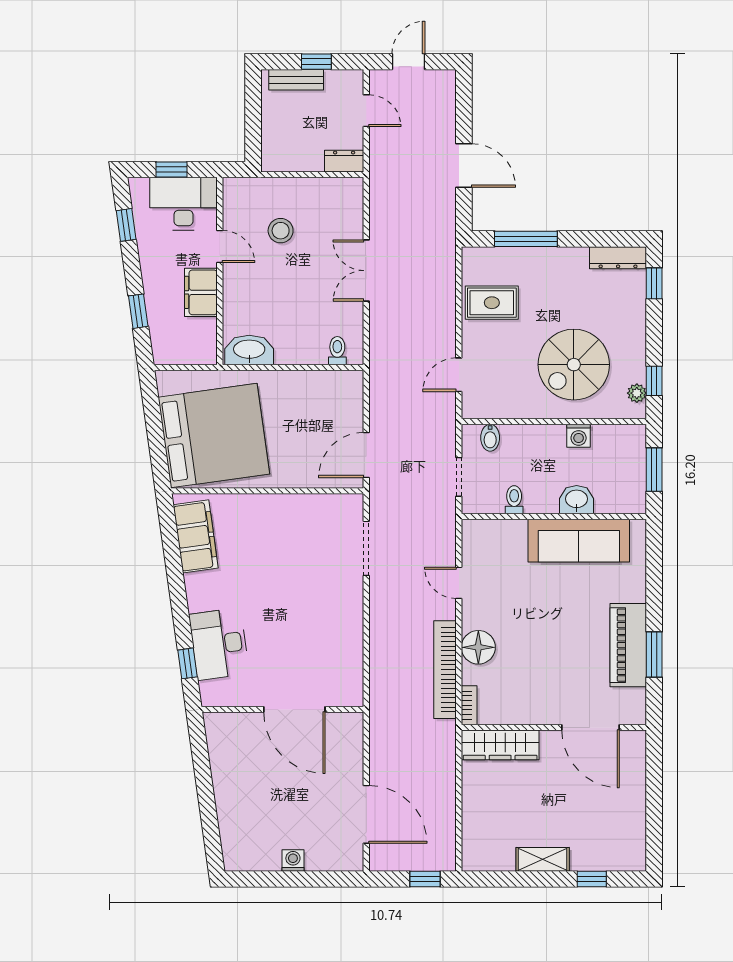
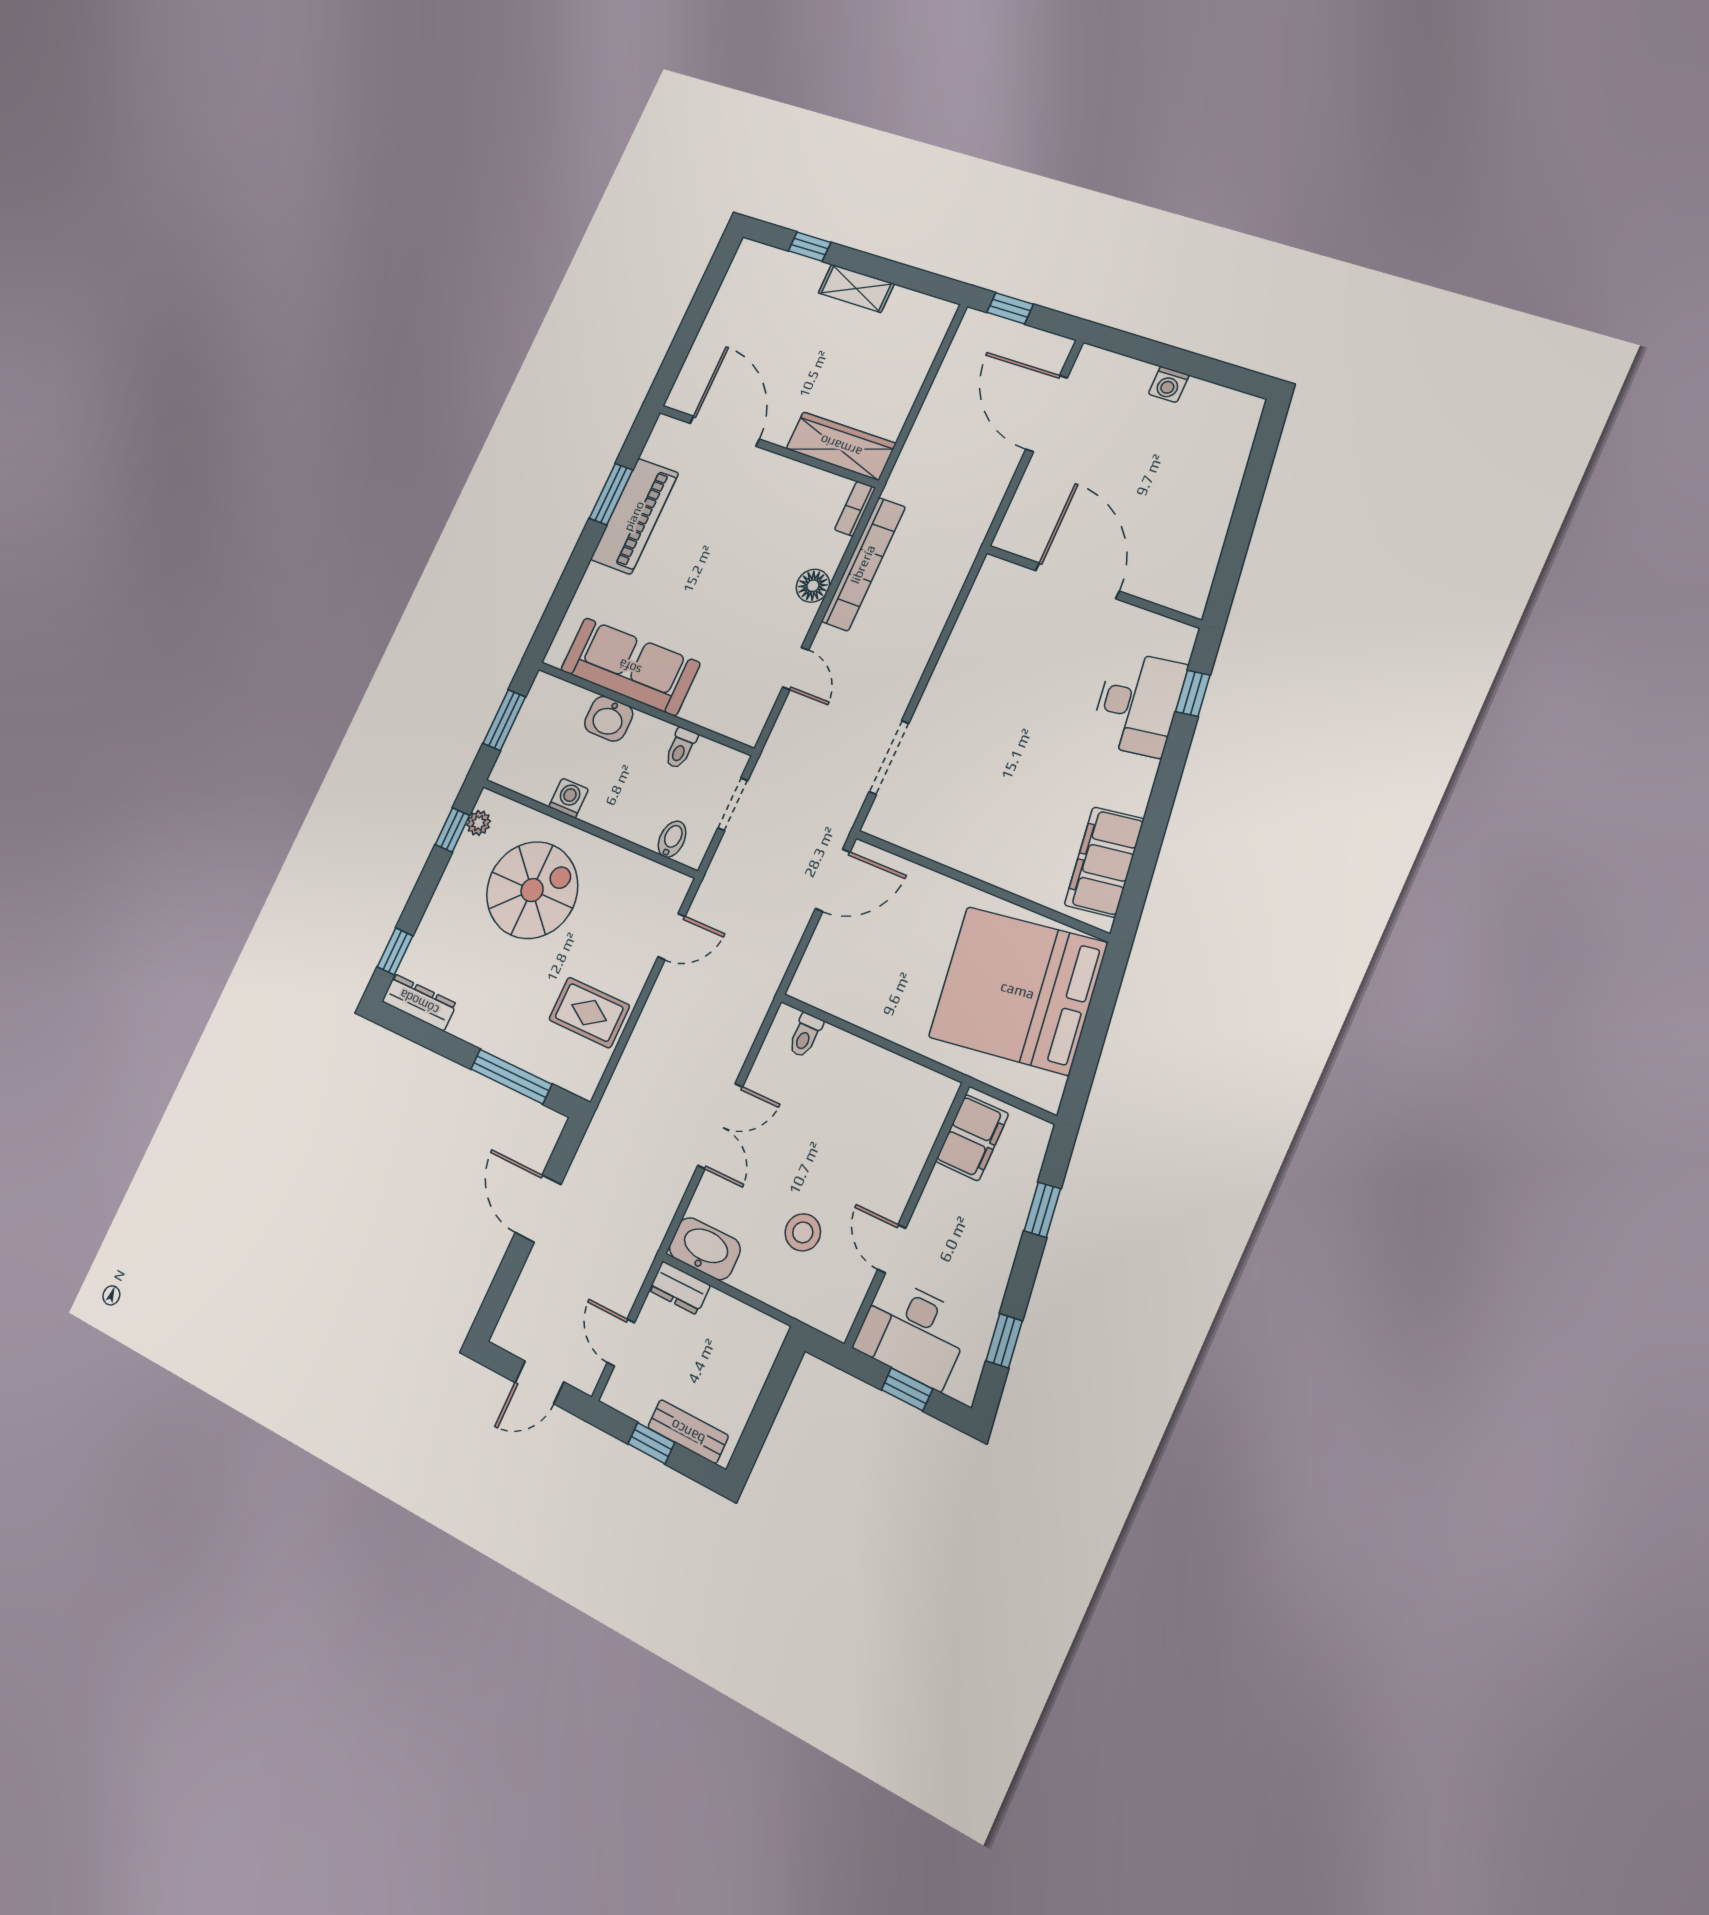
filing cabinet: (201, 292) -> (972, 1138), moved
washbasin: (249, 350) -> (705, 1249), moved, turned 180
floor lamp: (478, 647) -> (813, 586), width x0.73, depth x0.73

